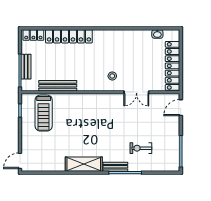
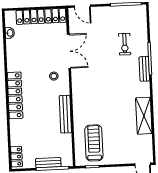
locker: (69, 36) -> (15, 95), moved
bench: (58, 86) -> (65, 114), moved
double door: (136, 92) -> (69, 51), width x1.37
treadmill: (44, 113) -> (94, 143), turned -90
shelving: (84, 164) -> (144, 116), moved

